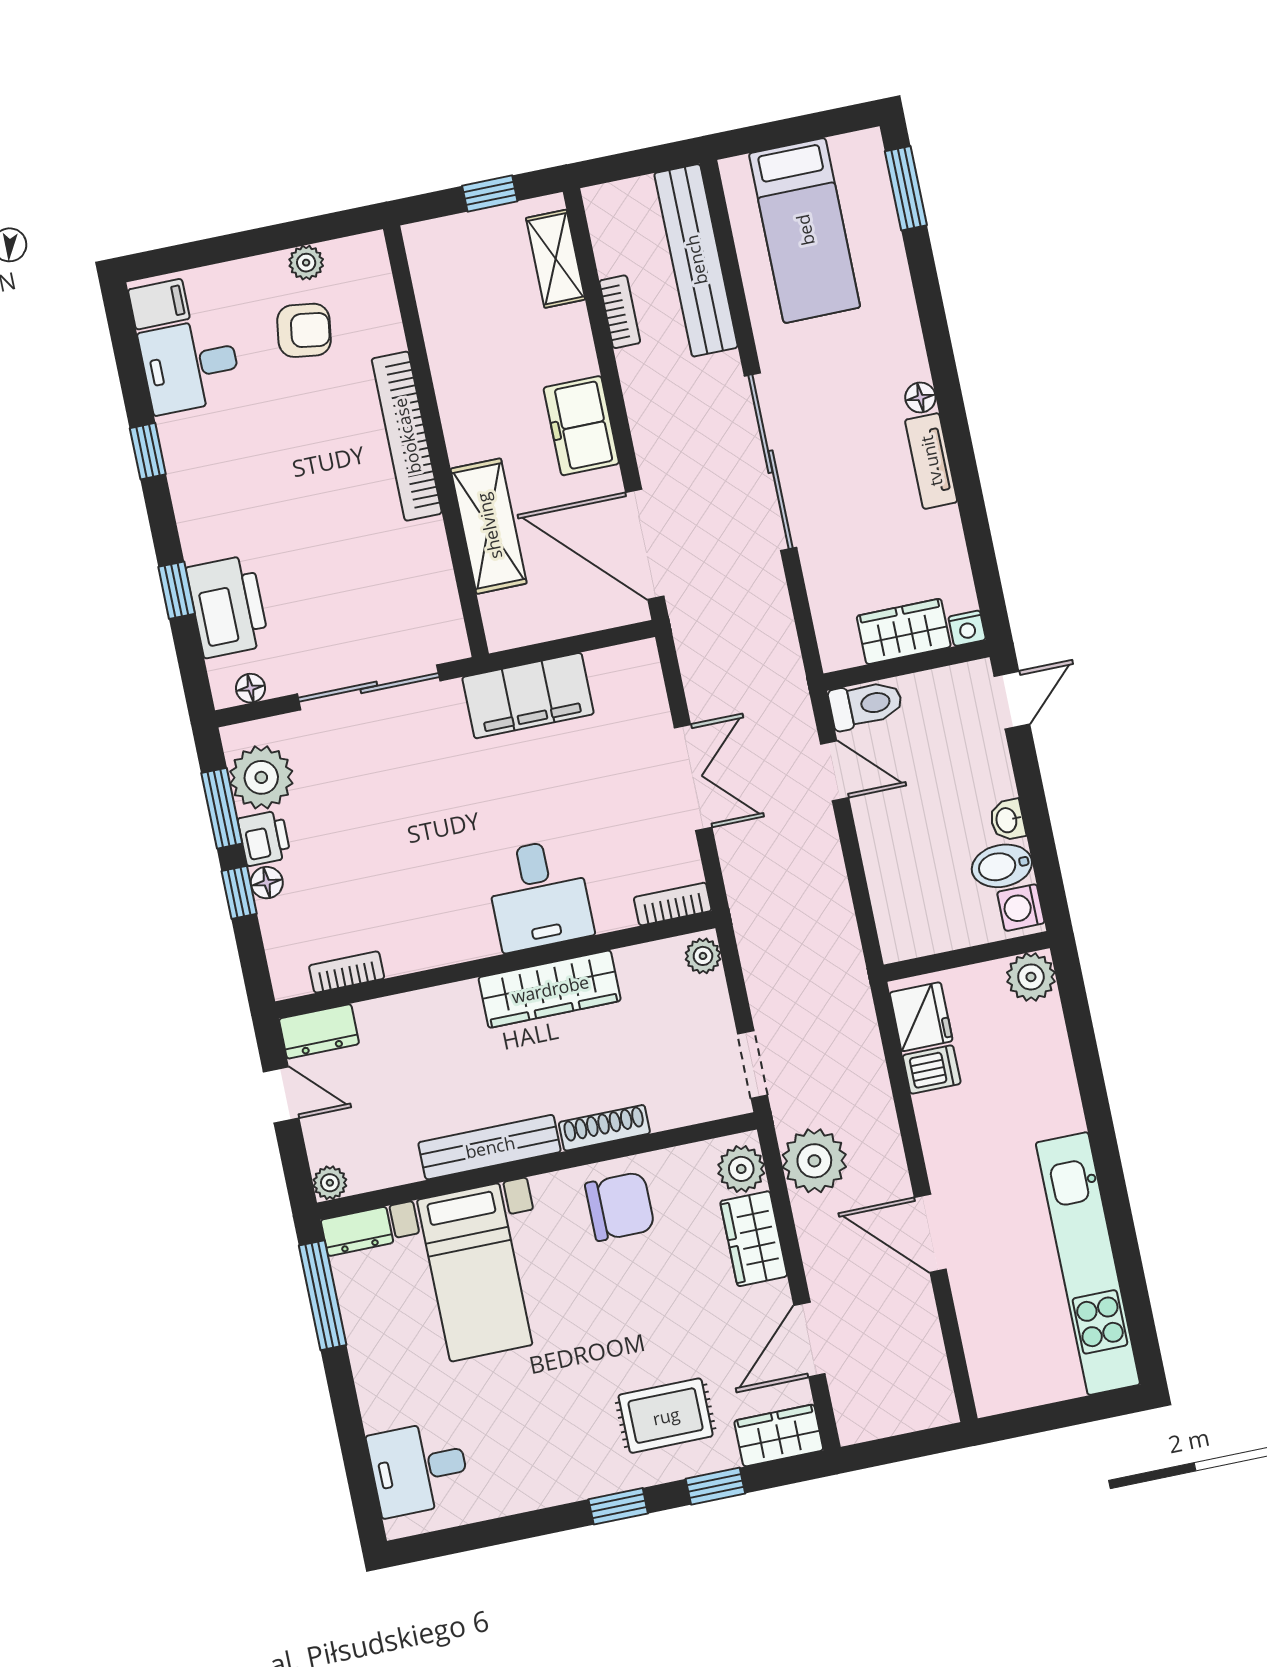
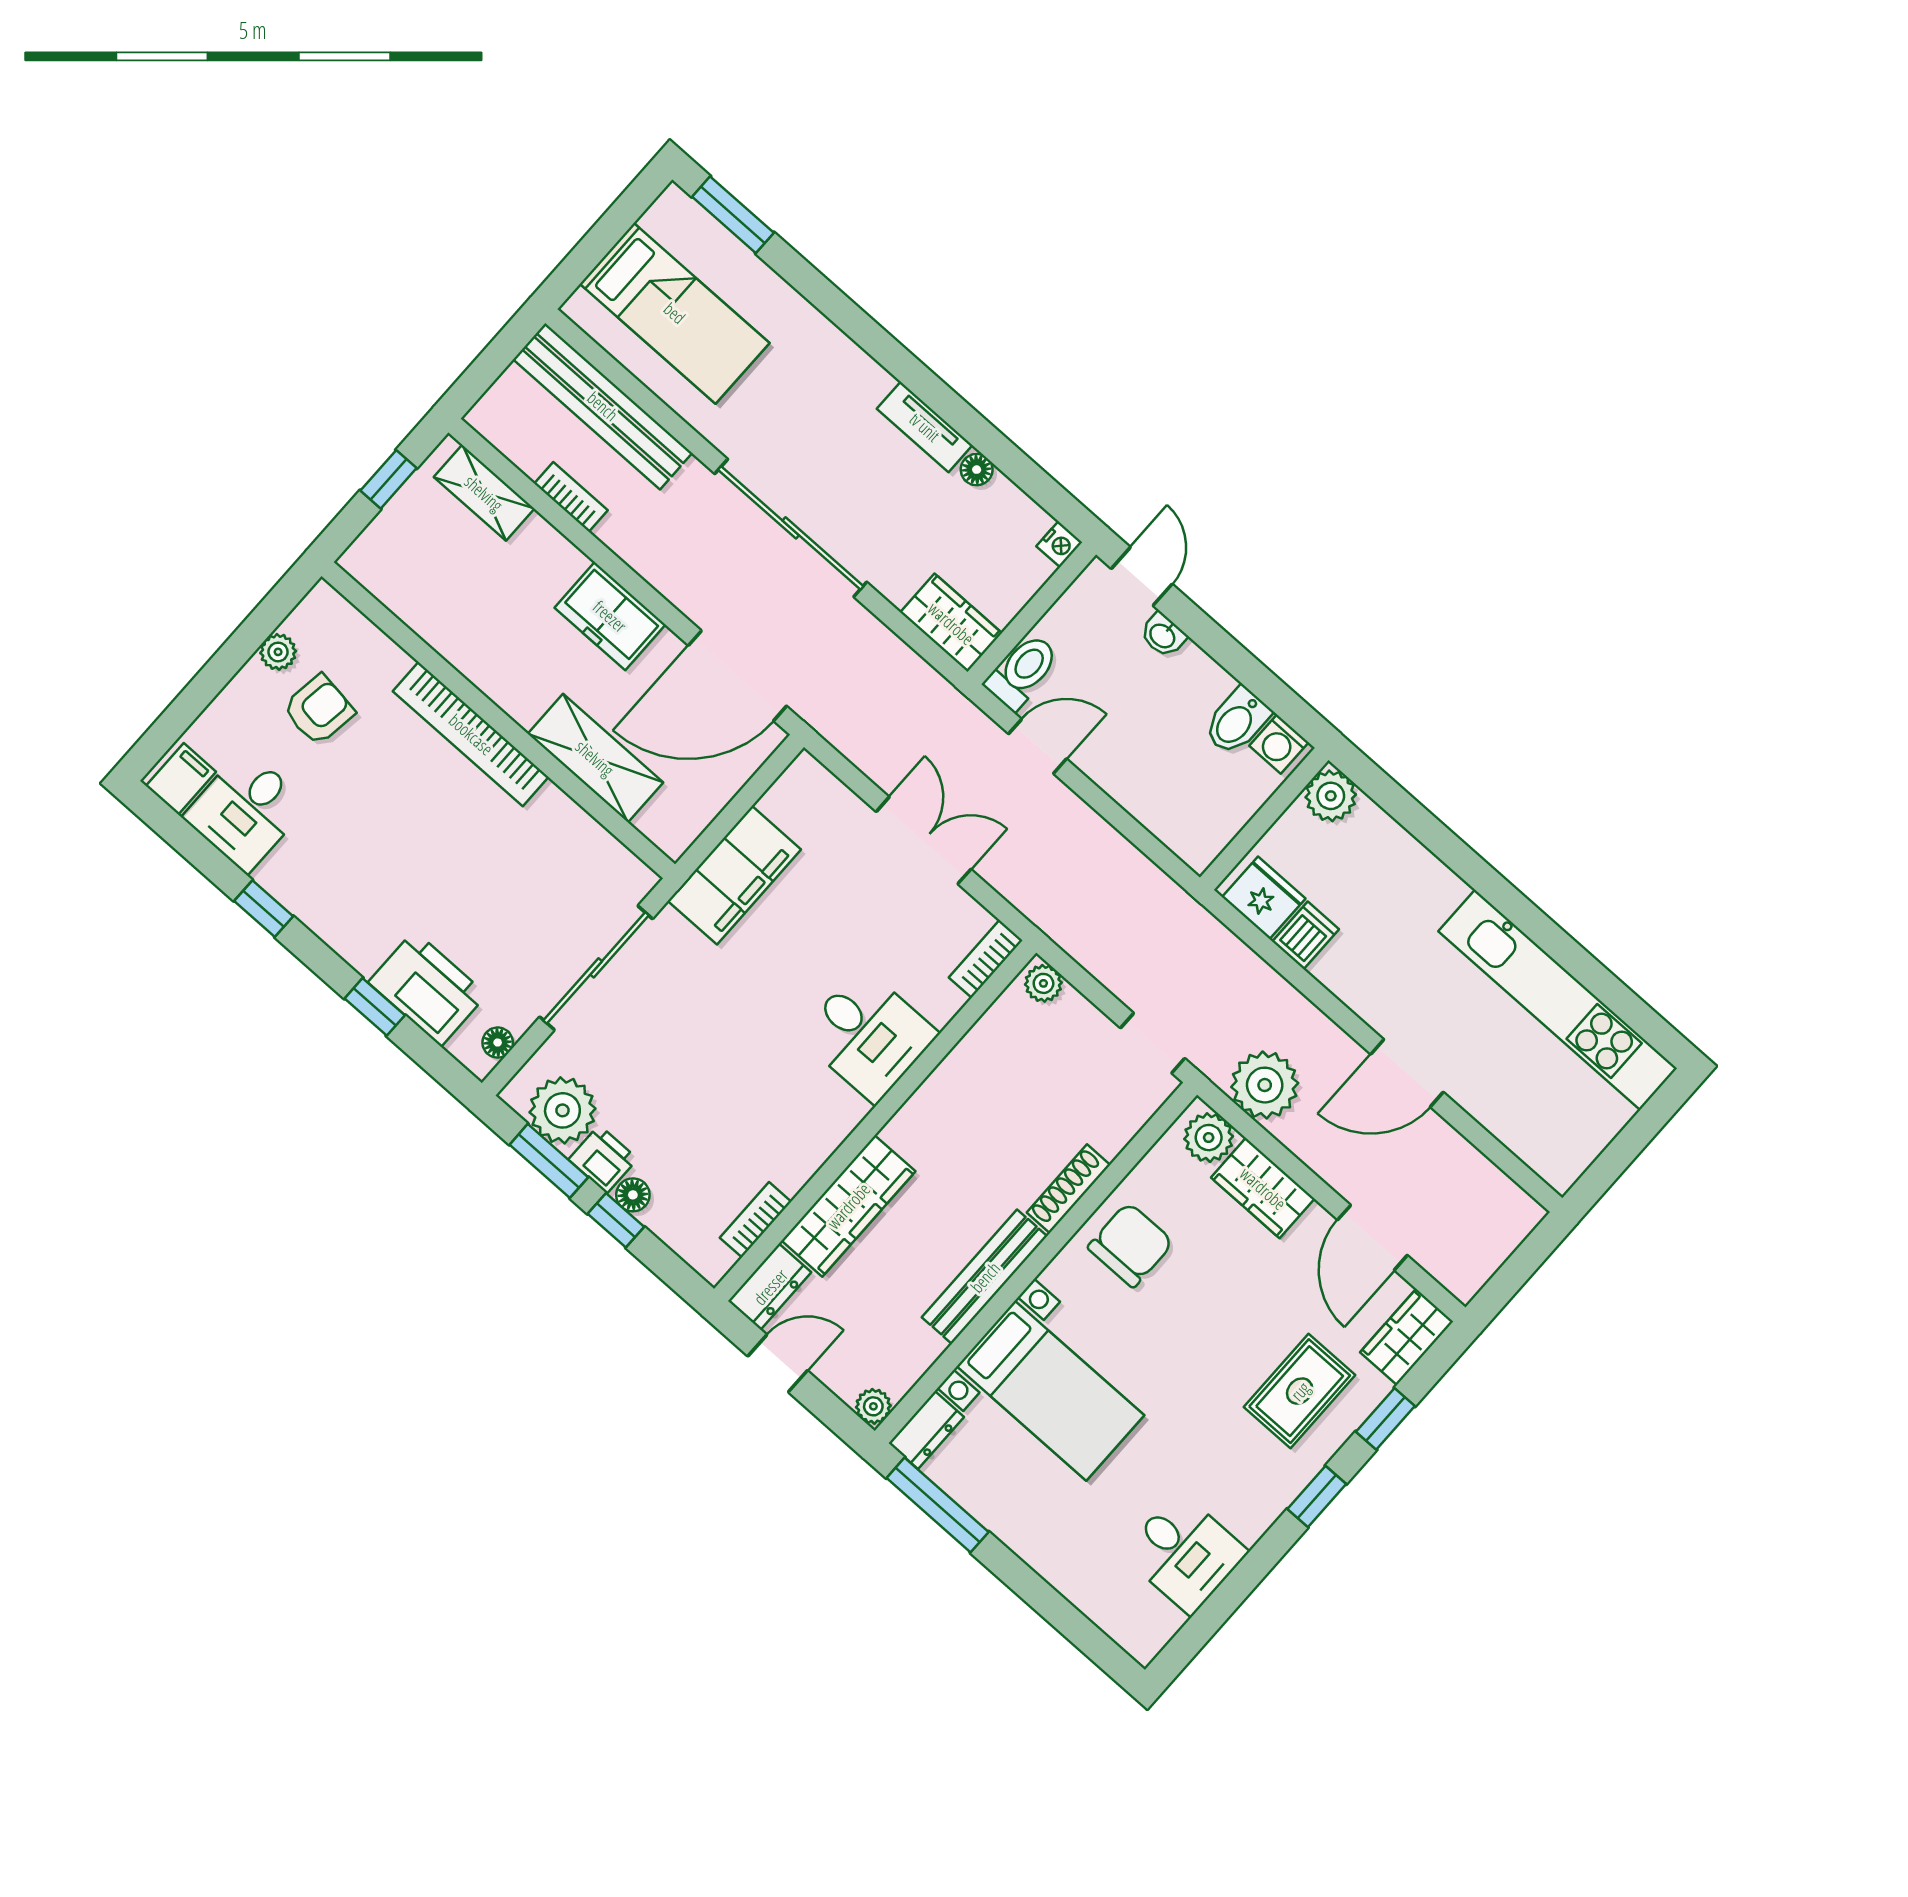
floor lamp: (920, 397) -> (977, 470), moved
wardrobe: (904, 631) -> (951, 623), moved, turned 90
washbasin: (1007, 820) -> (1163, 635), moved
wardrobe: (550, 989) -> (848, 1206), moved
desk: (419, 1468) -> (1185, 1553), moved, turned -90

